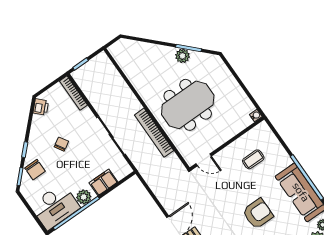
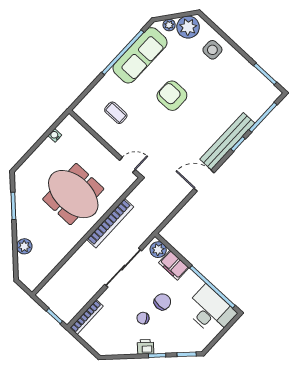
plant: (182, 56) -> (24, 246), moved
printer: (41, 107) -> (145, 347), moved
water cooler: (256, 116) -> (55, 135), moved
door: (204, 160) -> (128, 165), hinge flipped
chair: (35, 170) -> (162, 302), moved
plant: (84, 197) -> (158, 250), moved

